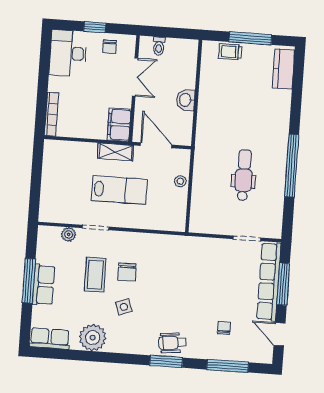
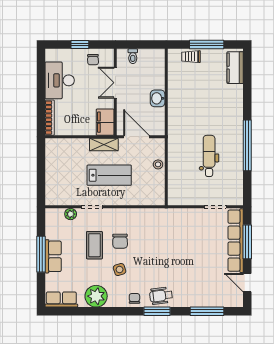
desk: (68, 53) -> (60, 80), moved
double door: (135, 77) -> (115, 83), swing flipped
chair: (224, 328) -> (134, 298), moved

